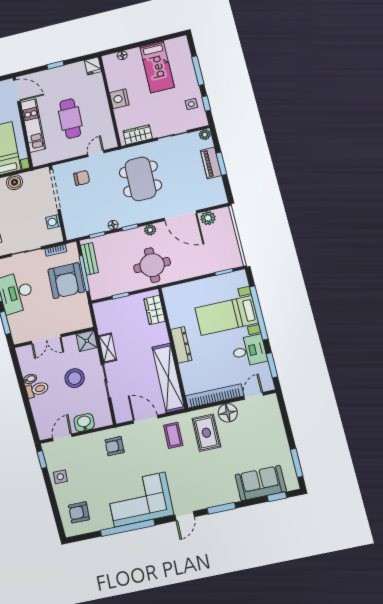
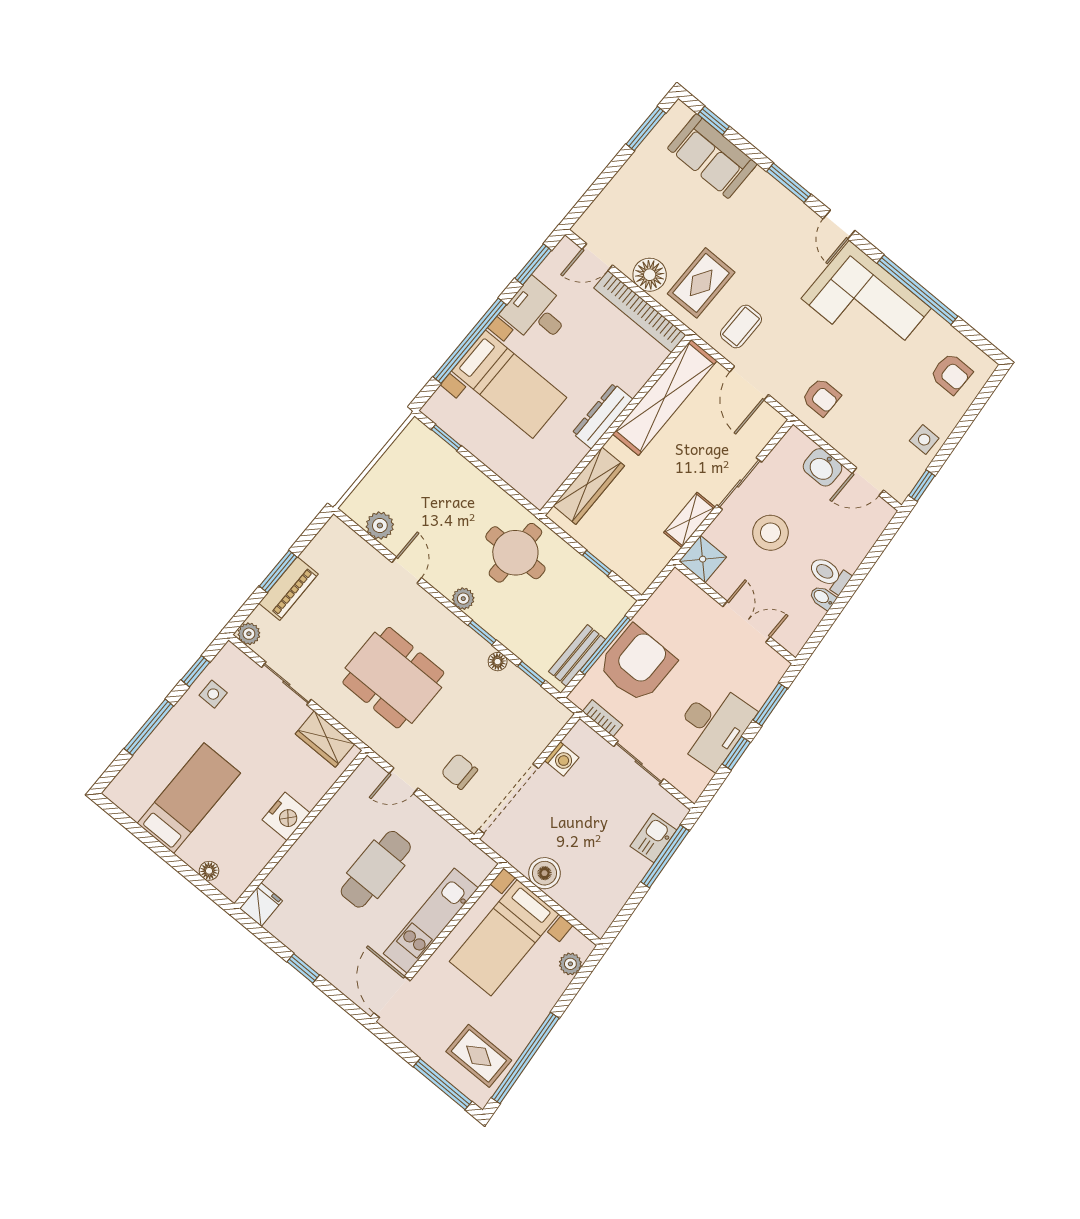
dining table: (140, 179) -> (393, 678), turned 90
door: (180, 216) -> (407, 570), width x0.53
wardrobe: (154, 310) -> (589, 486), width x1.50
door: (185, 516) -> (839, 225), swing flipped

